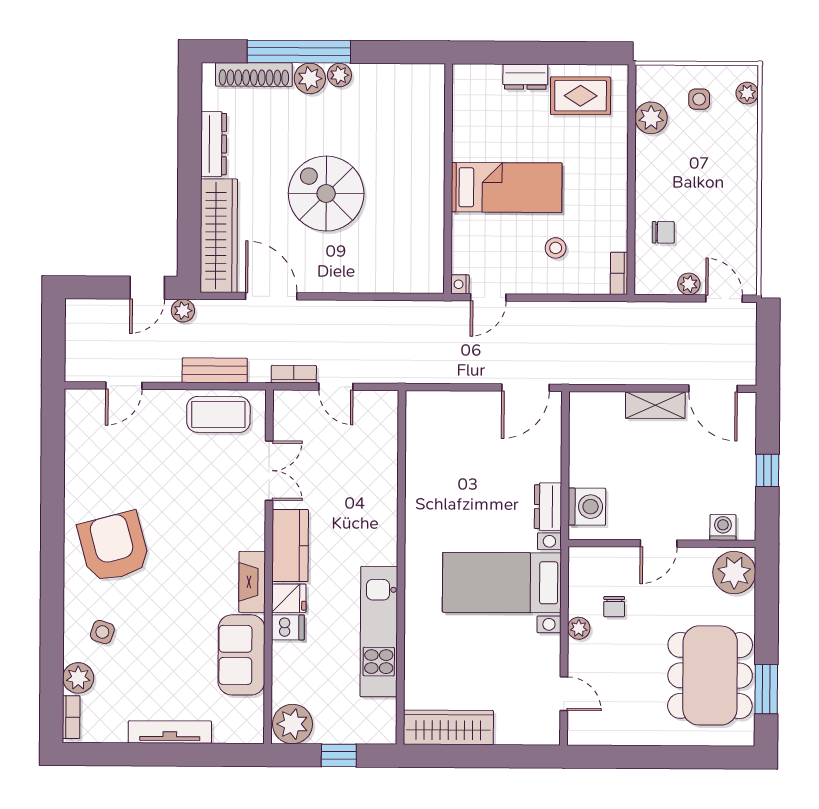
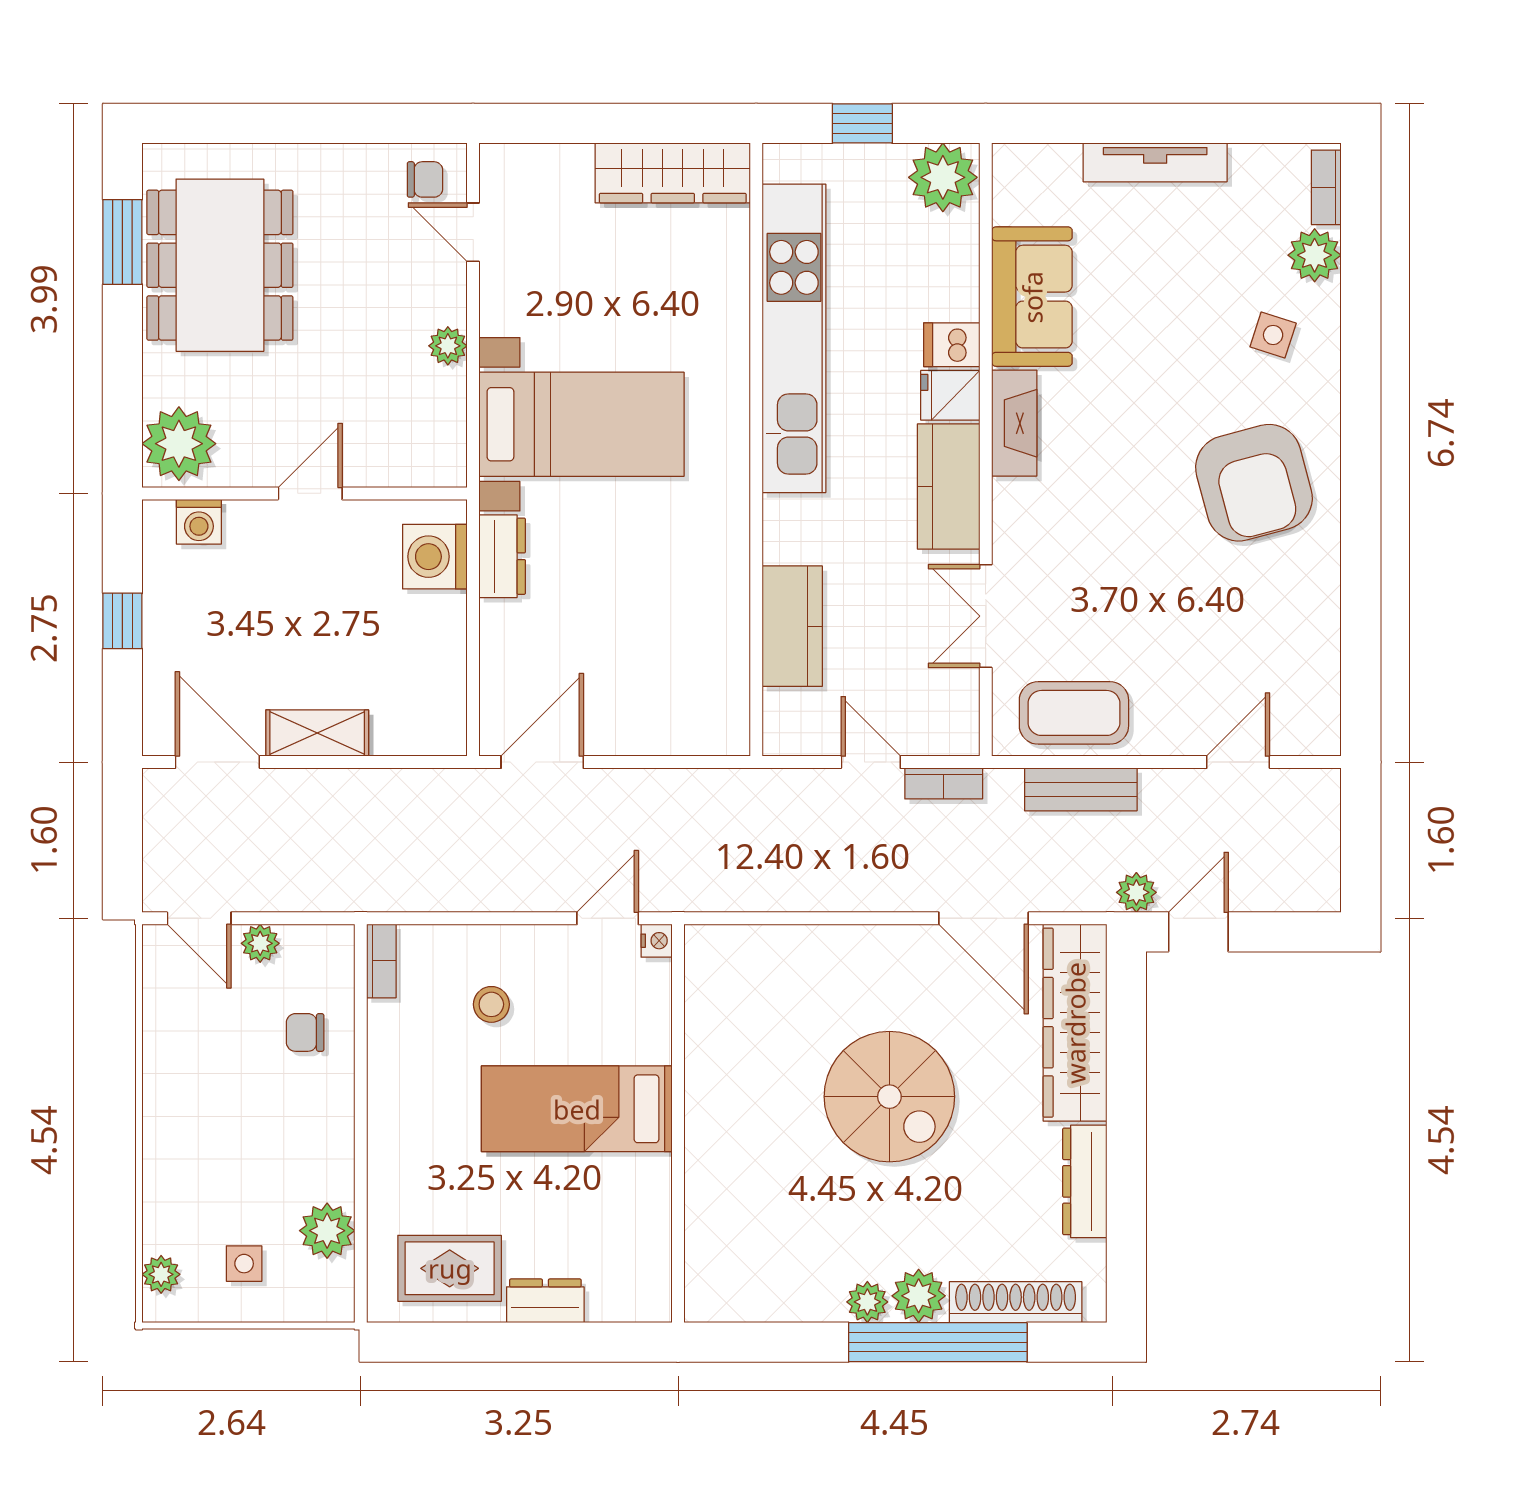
kitchen counter: (381, 465) -> (792, 626), added
chair: (614, 607) -> (425, 179), moved, turned 90
kitchen unit: (379, 632) -> (794, 338), width x1.36

